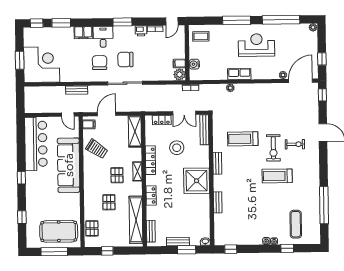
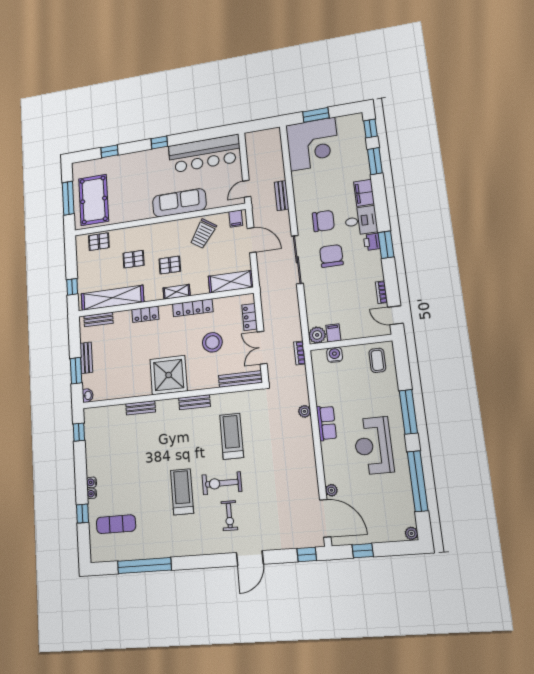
printer: (141, 31) -> (372, 242), moved
reception desk: (256, 45) -> (373, 446), turned 180
sofa: (69, 165) -> (179, 203), width x0.74, depth x0.79
window: (107, 251) -> (72, 287), moved

